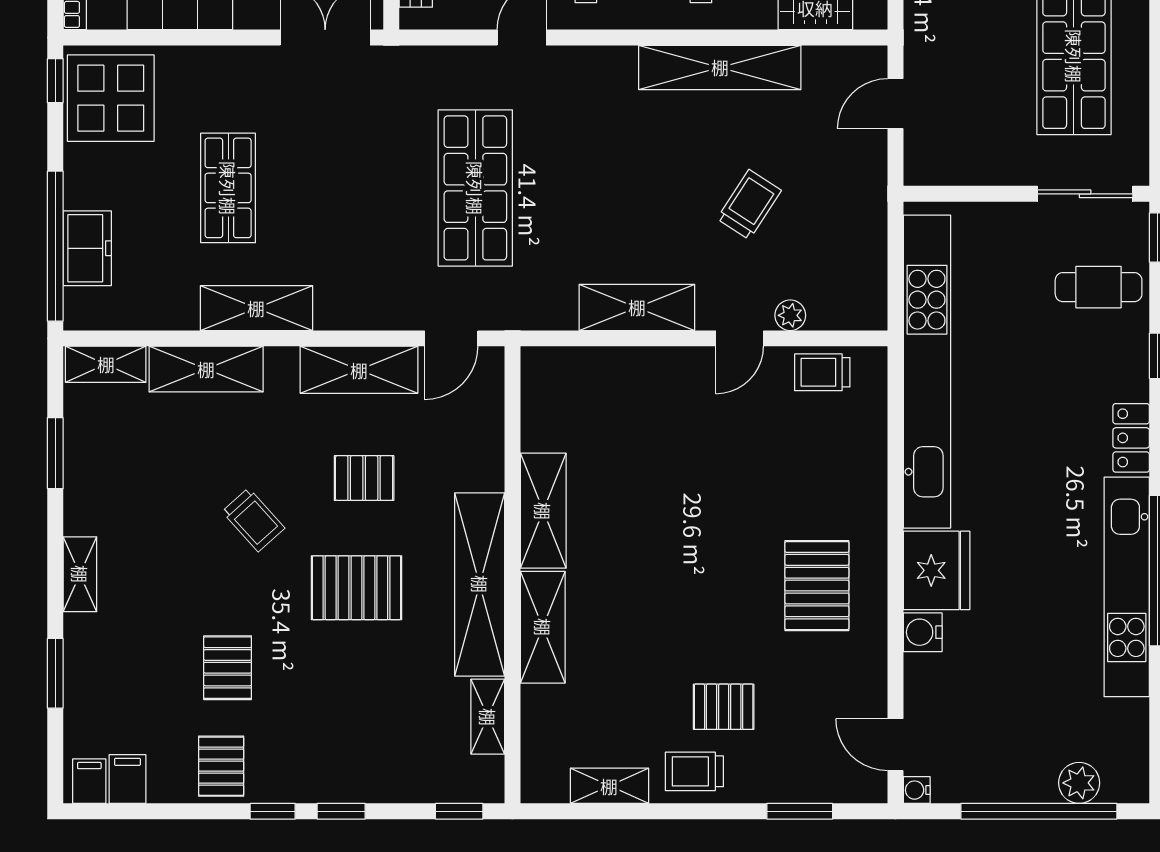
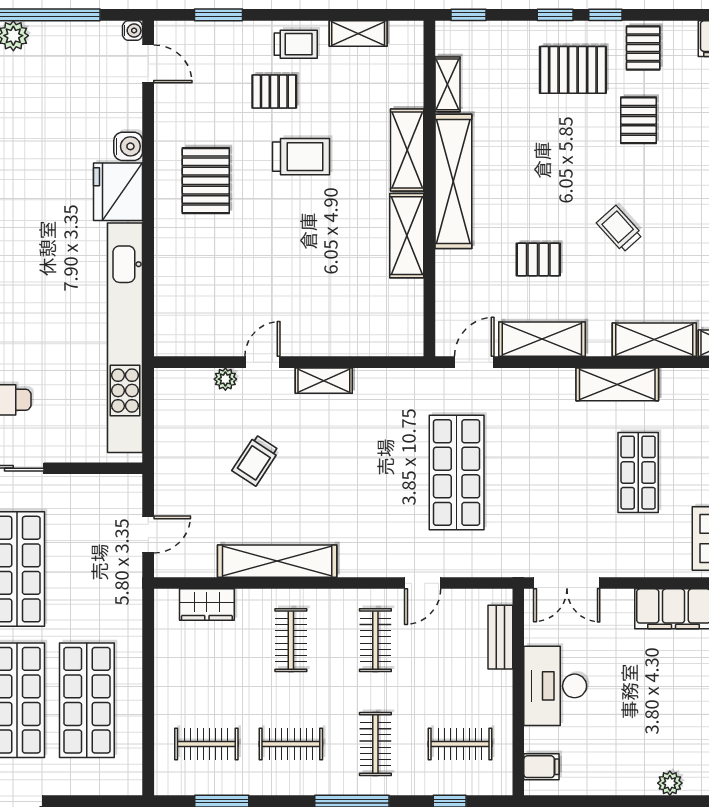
shelving: (637, 307) -> (324, 381), width x0.67, depth x0.75
trolley: (822, 372) -> (301, 157), moved, width x1.36, depth x1.39
pallet: (356, 588) -> (573, 70), moved

